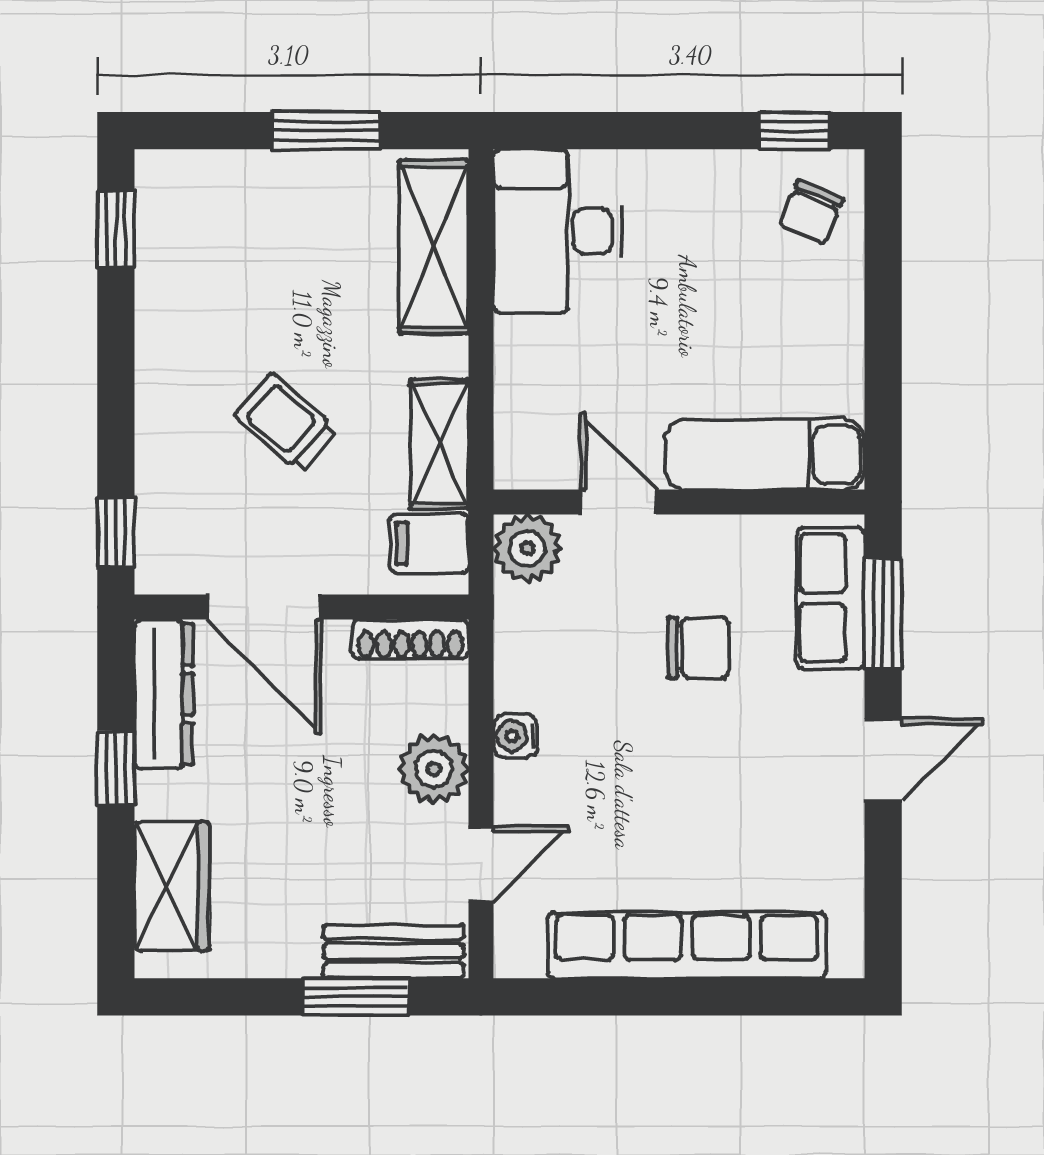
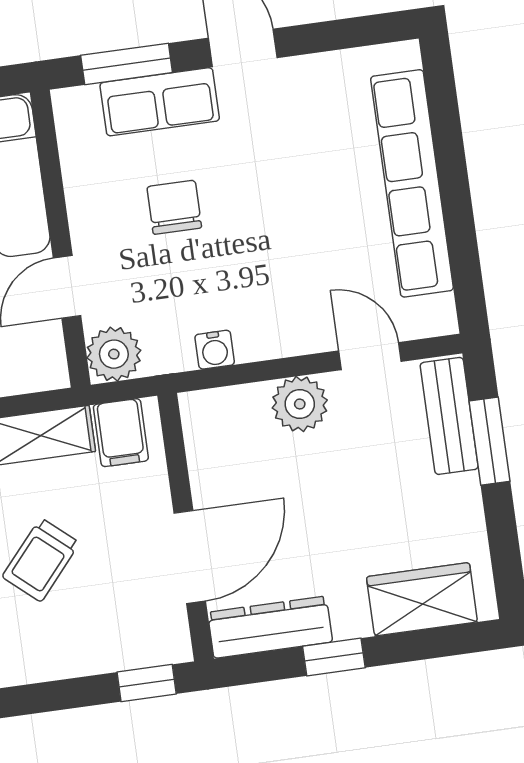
row of seats: (831, 598) -> (160, 102), moved
shoe rack: (410, 639) -> (199, 437), removed
water cooler: (515, 736) -> (215, 350), moved

